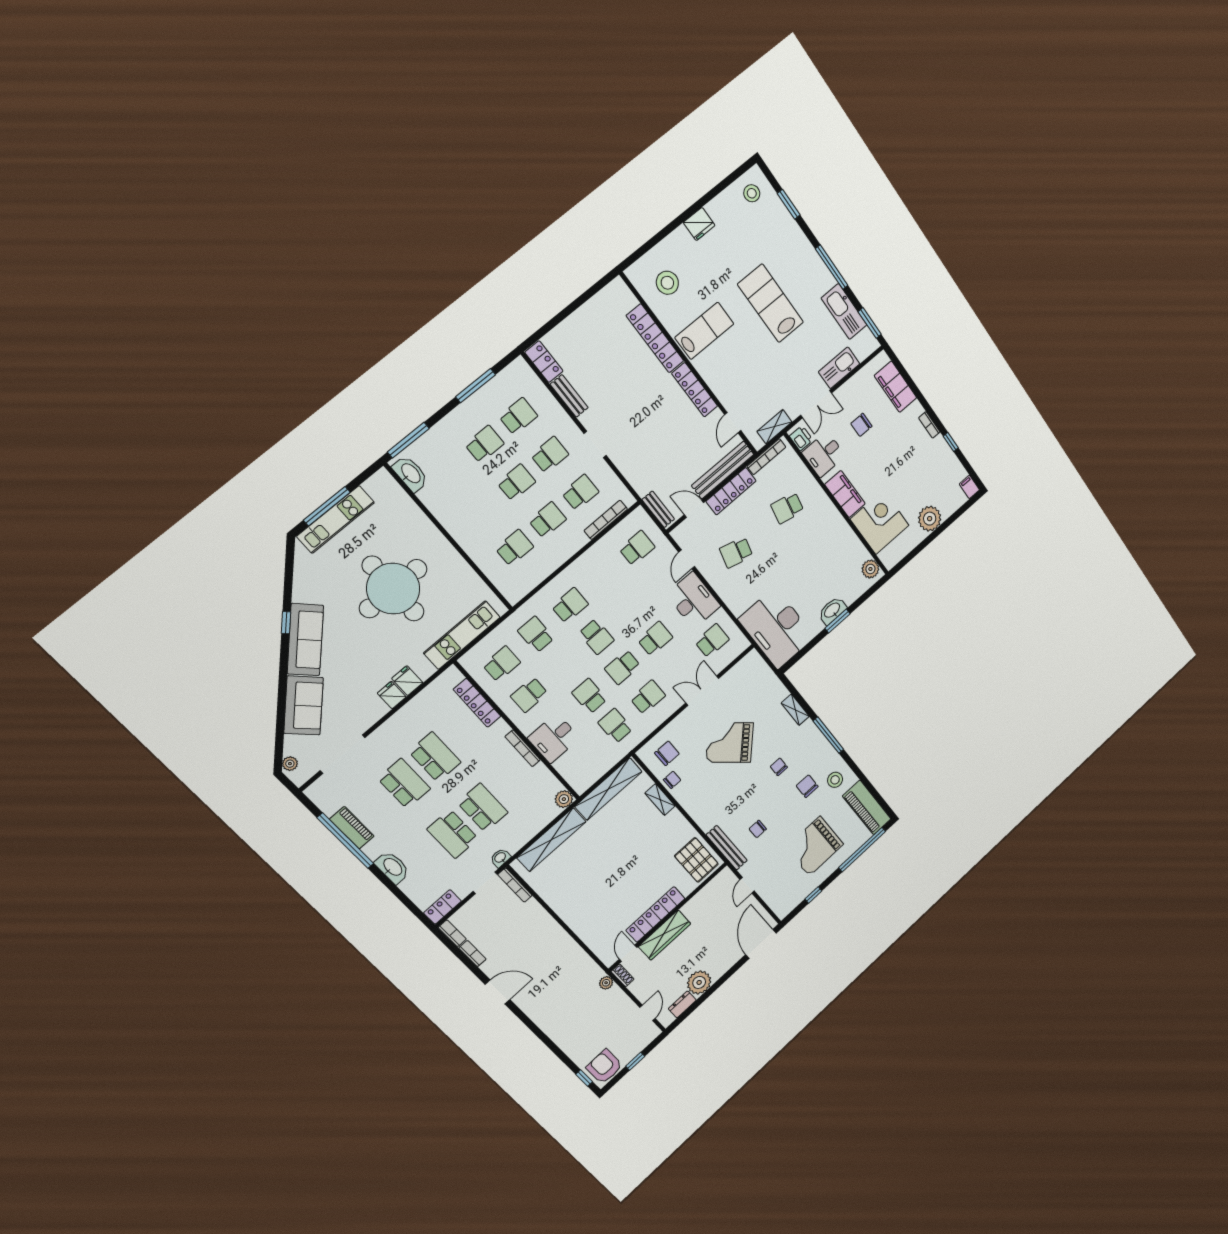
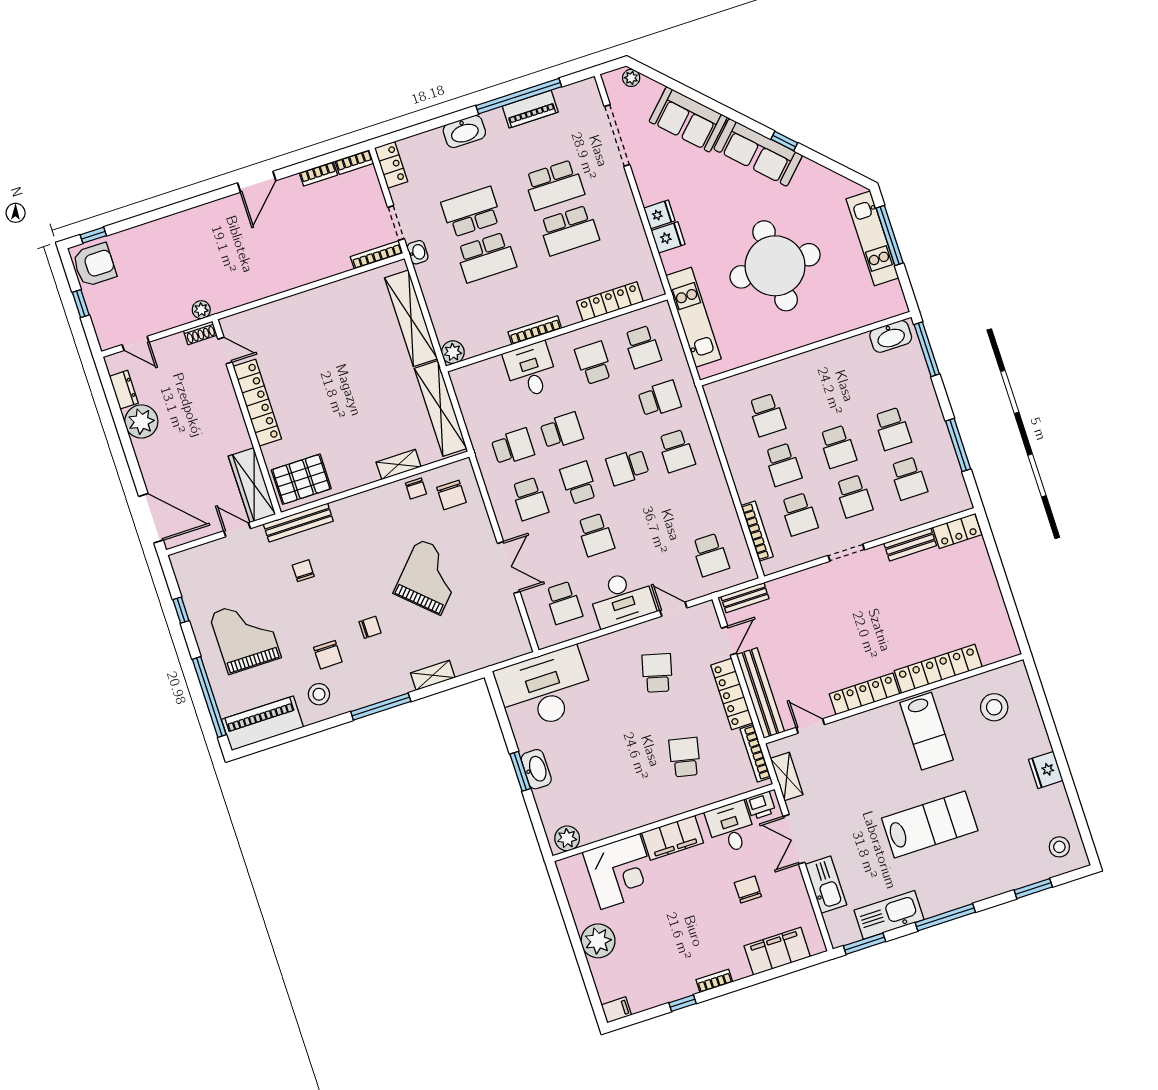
chair: (807, 786) -> (328, 655), turned 90
wardrobe: (665, 935) -> (252, 485), moved

